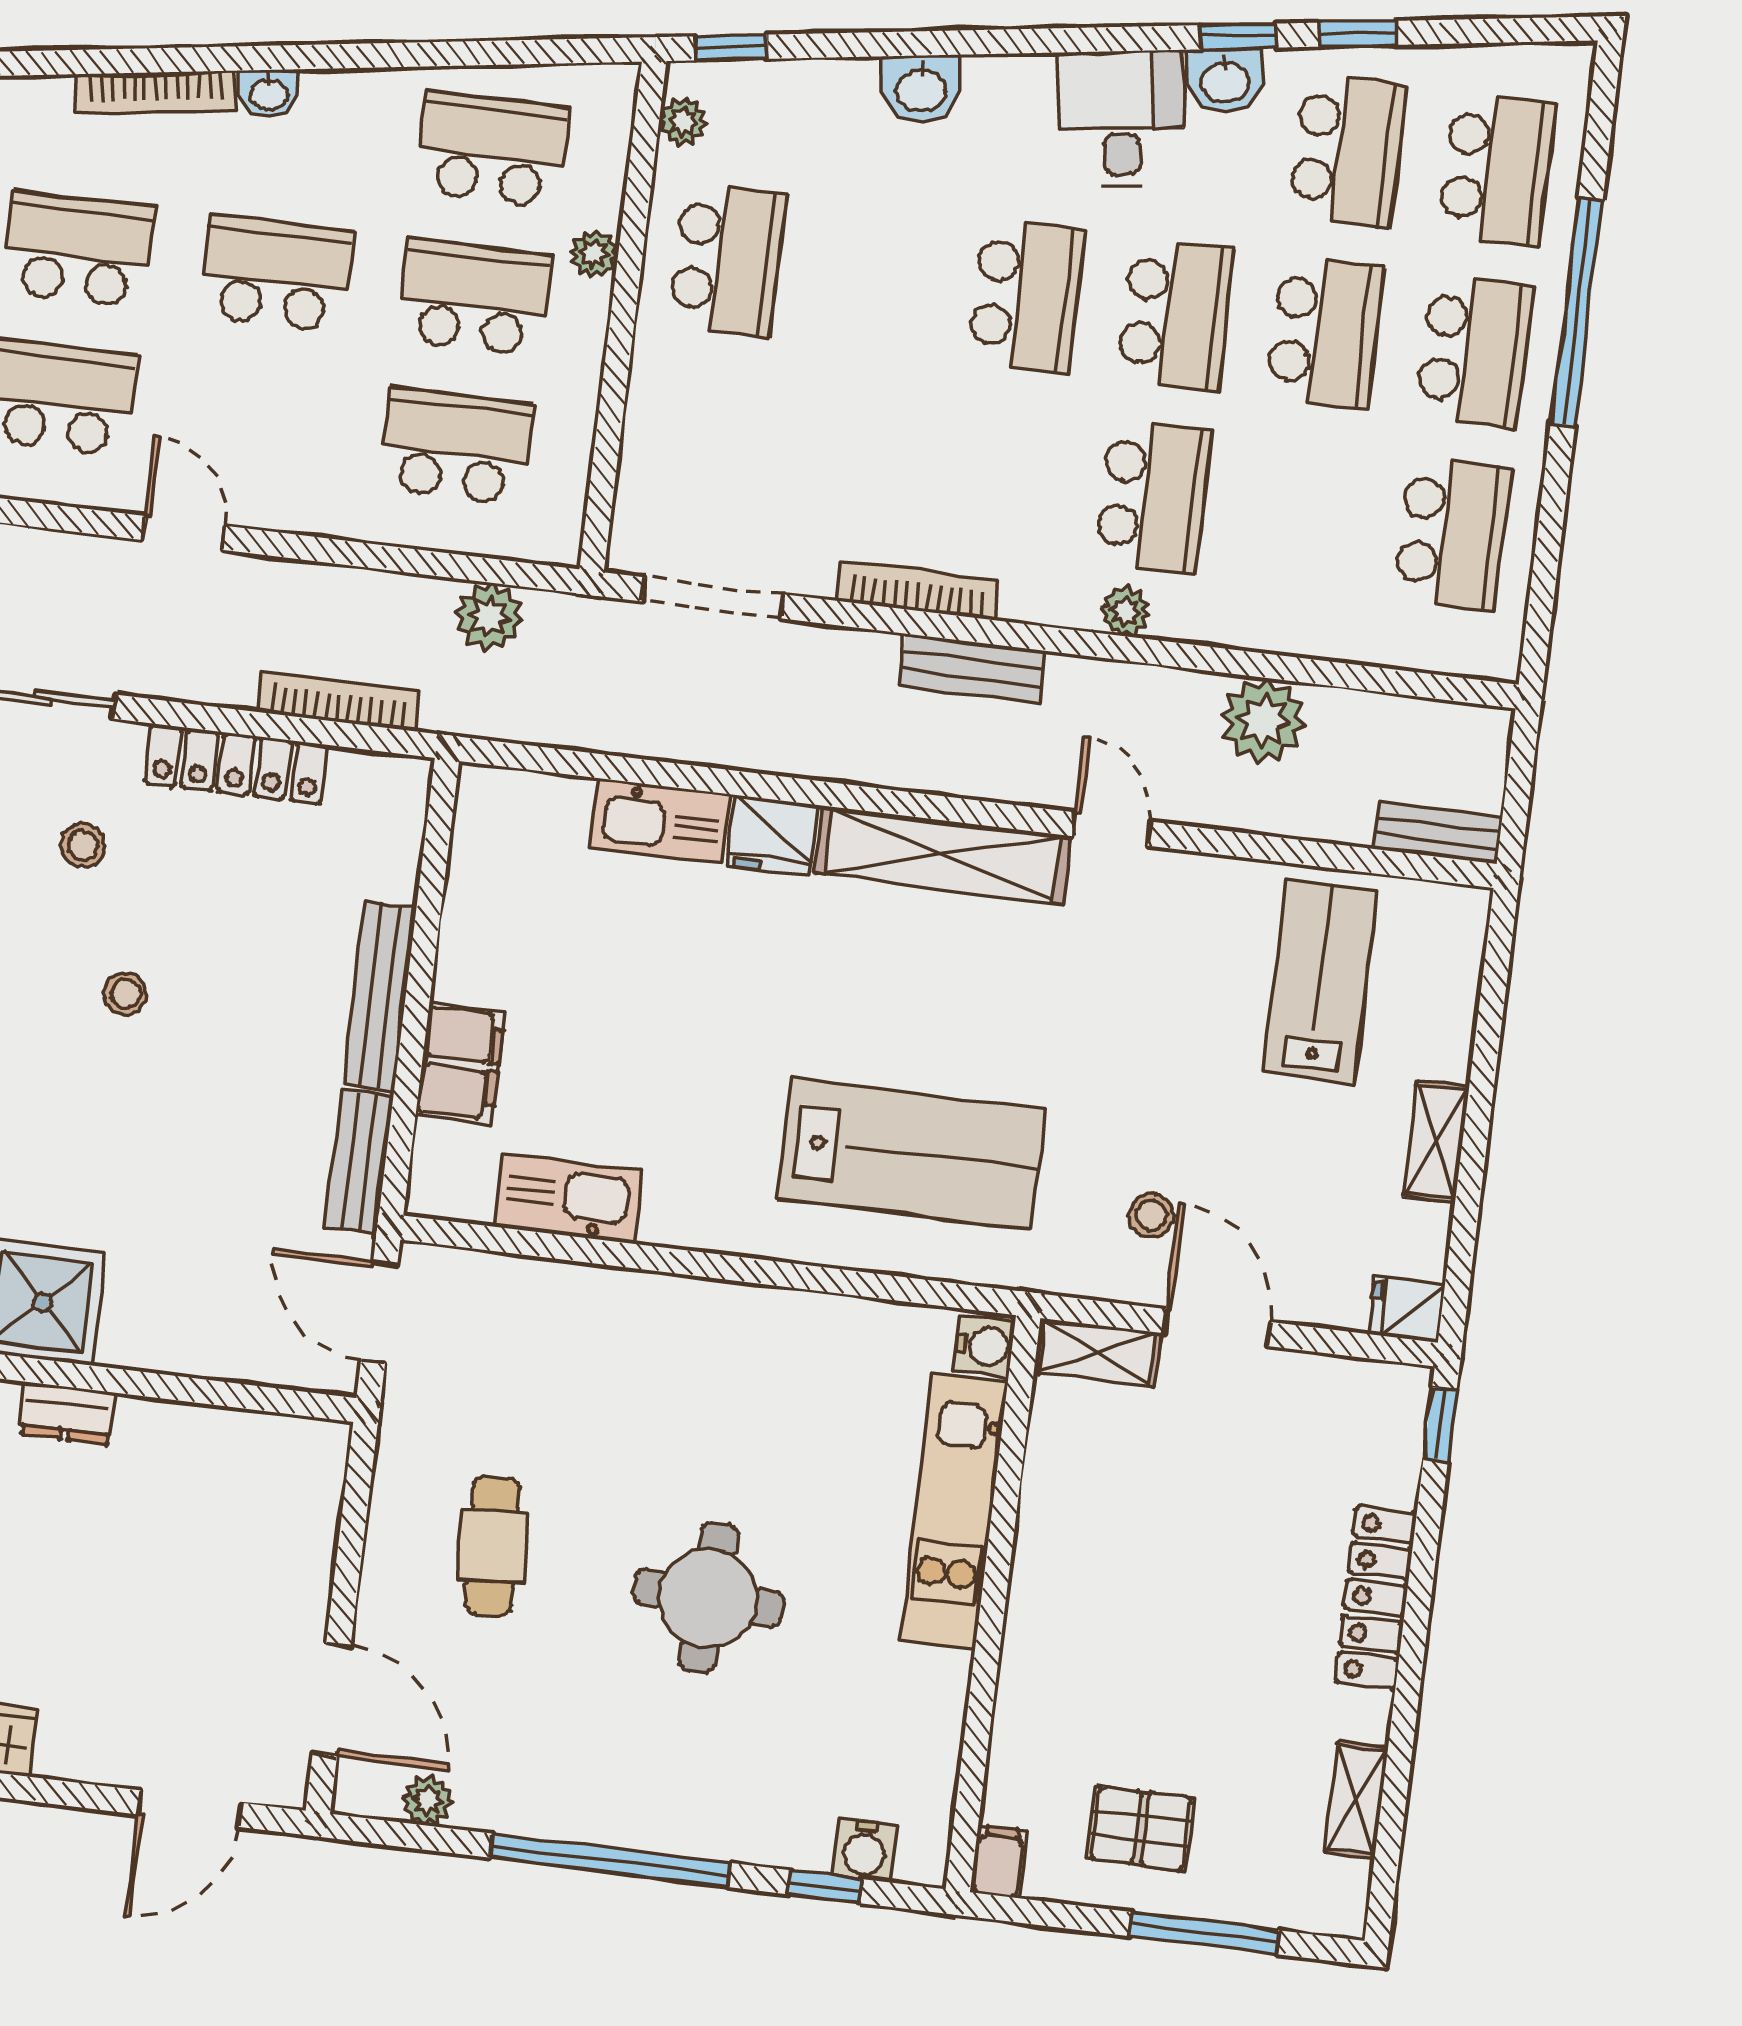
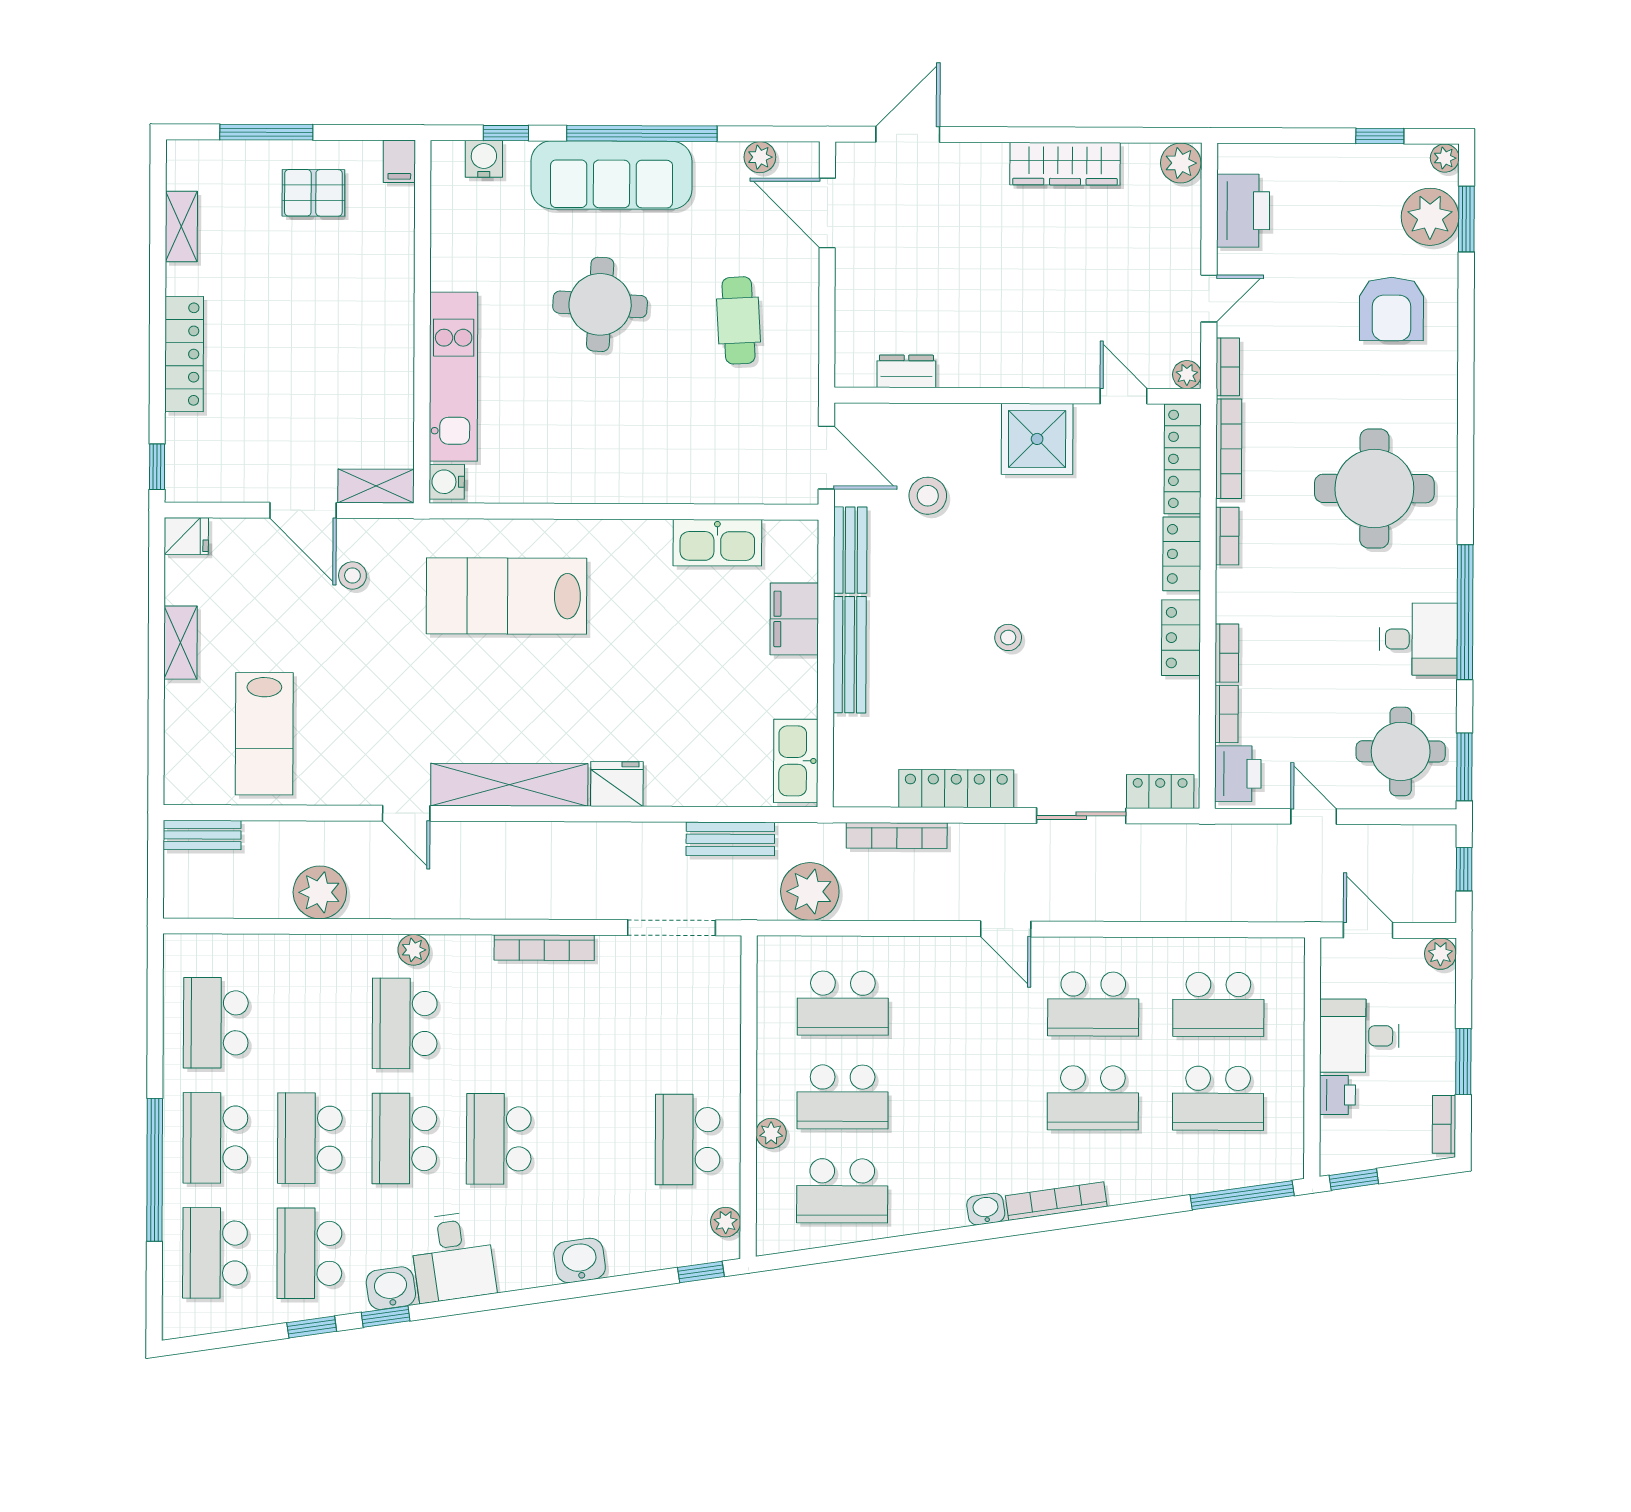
school desk: (276, 273) -> (968, 1097), removed
plant: (489, 617) -> (810, 892), width x1.36, depth x1.36
bench: (972, 669) -> (730, 839), moved
kitchen sink: (660, 821) -> (796, 761), moved, turned -90
stool: (83, 845) -> (928, 496), moved, width x1.37, depth x1.37
dresser: (67, 1413) -> (906, 371), moved
sofa: (666, 1800) -> (612, 175), added

